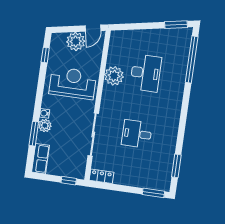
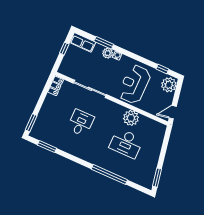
door: (93, 28) -> (173, 112), hinge flipped
plant: (76, 41) -> (169, 85), moved
window: (192, 60) -> (109, 174), moved
reception desk: (73, 83) -> (134, 84), turned 180
window: (69, 181) -> (64, 49), moved

